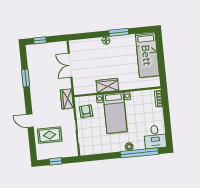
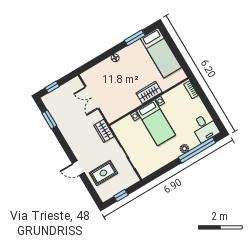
window: (119, 32) -> (135, 38), moved
window: (26, 78) -> (49, 119), moved
wardrobe: (107, 85) -> (149, 93), moved
armchair: (86, 111) -> (128, 134), removed

